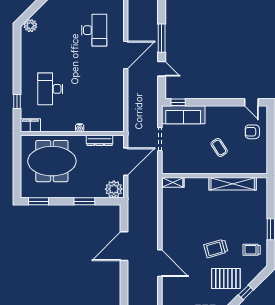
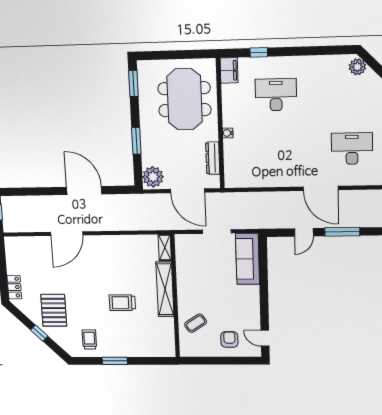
desk: (94, 30) -> (352, 149), turned 180
window: (178, 102) -> (263, 253), removed
door: (251, 102) -> (265, 338), hinge flipped
coffee table: (219, 147) -> (196, 323), moved
shelving: (233, 184) -> (165, 289), moved
trolley: (216, 248) -> (122, 303), moved, turned -74

